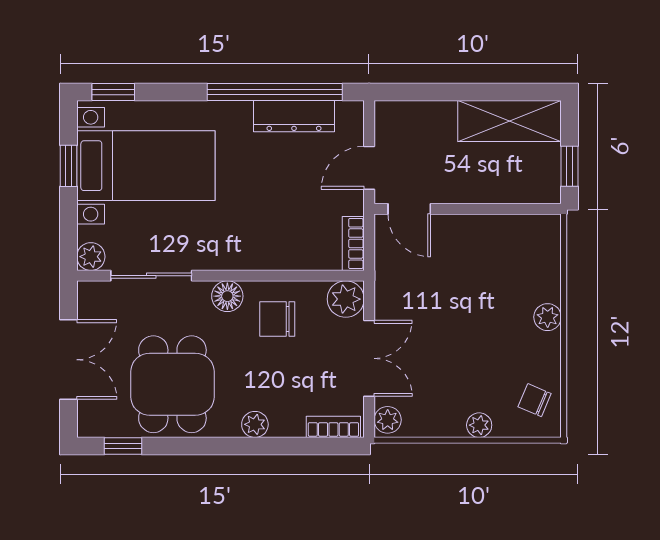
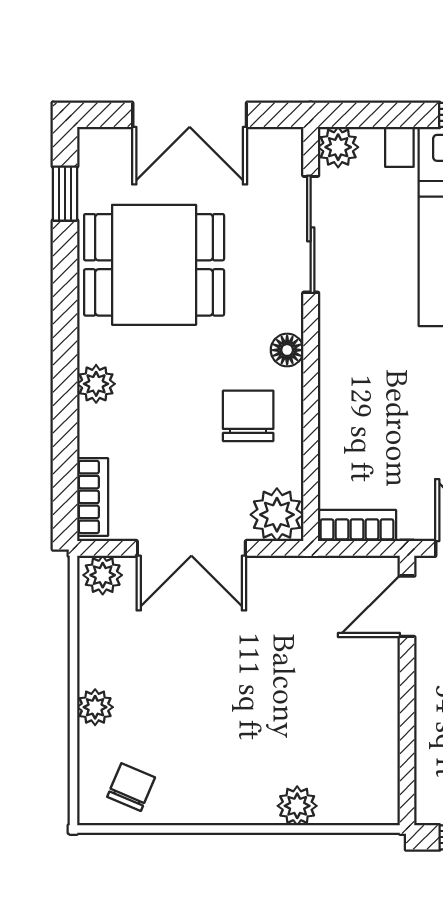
floor lamp: (227, 296) -> (287, 350), width x0.73, depth x0.73
plant: (548, 317) -> (297, 806), moved

